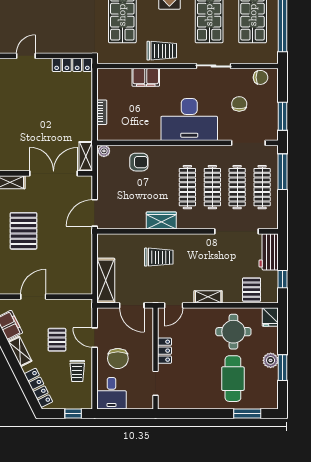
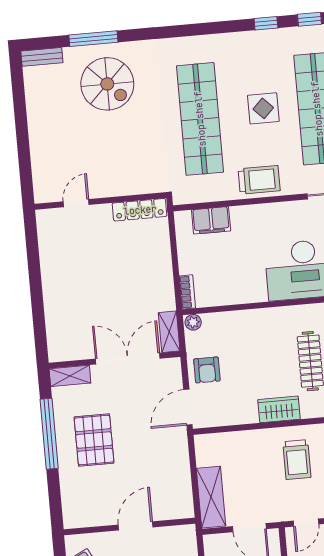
filing cabinet: (146, 77) -> (211, 220), moved
bookcase: (102, 112) -> (187, 292), moved
armchair: (139, 162) -> (207, 370), moved, turned 90
trolley: (159, 257) -> (297, 460), moved, turned 90
door: (33, 297) -> (136, 526), moved

